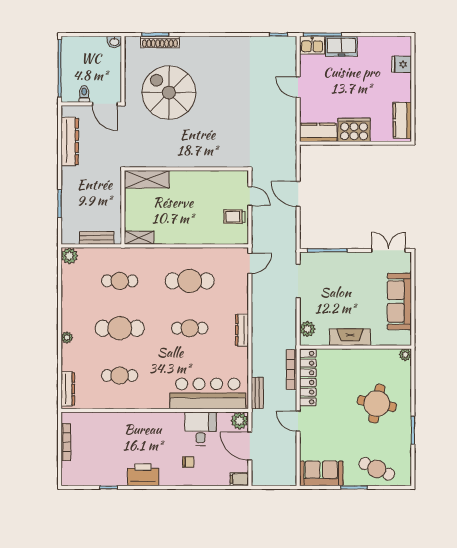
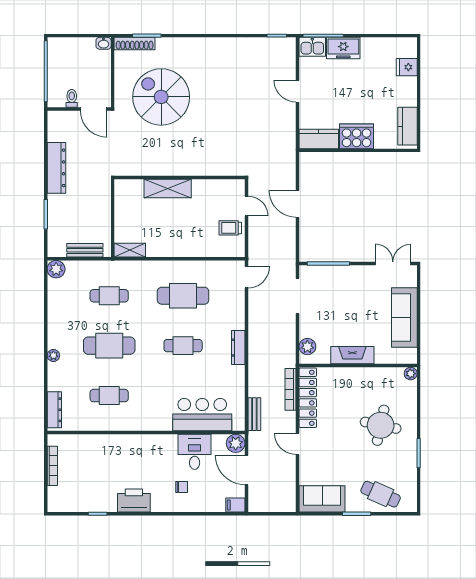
shoe rack: (160, 42) -> (135, 44), moved
dresser: (70, 141) -> (56, 168), moved
shelving: (147, 179) -> (168, 188), moved
bar counter: (208, 394) -> (202, 415), width x0.73

